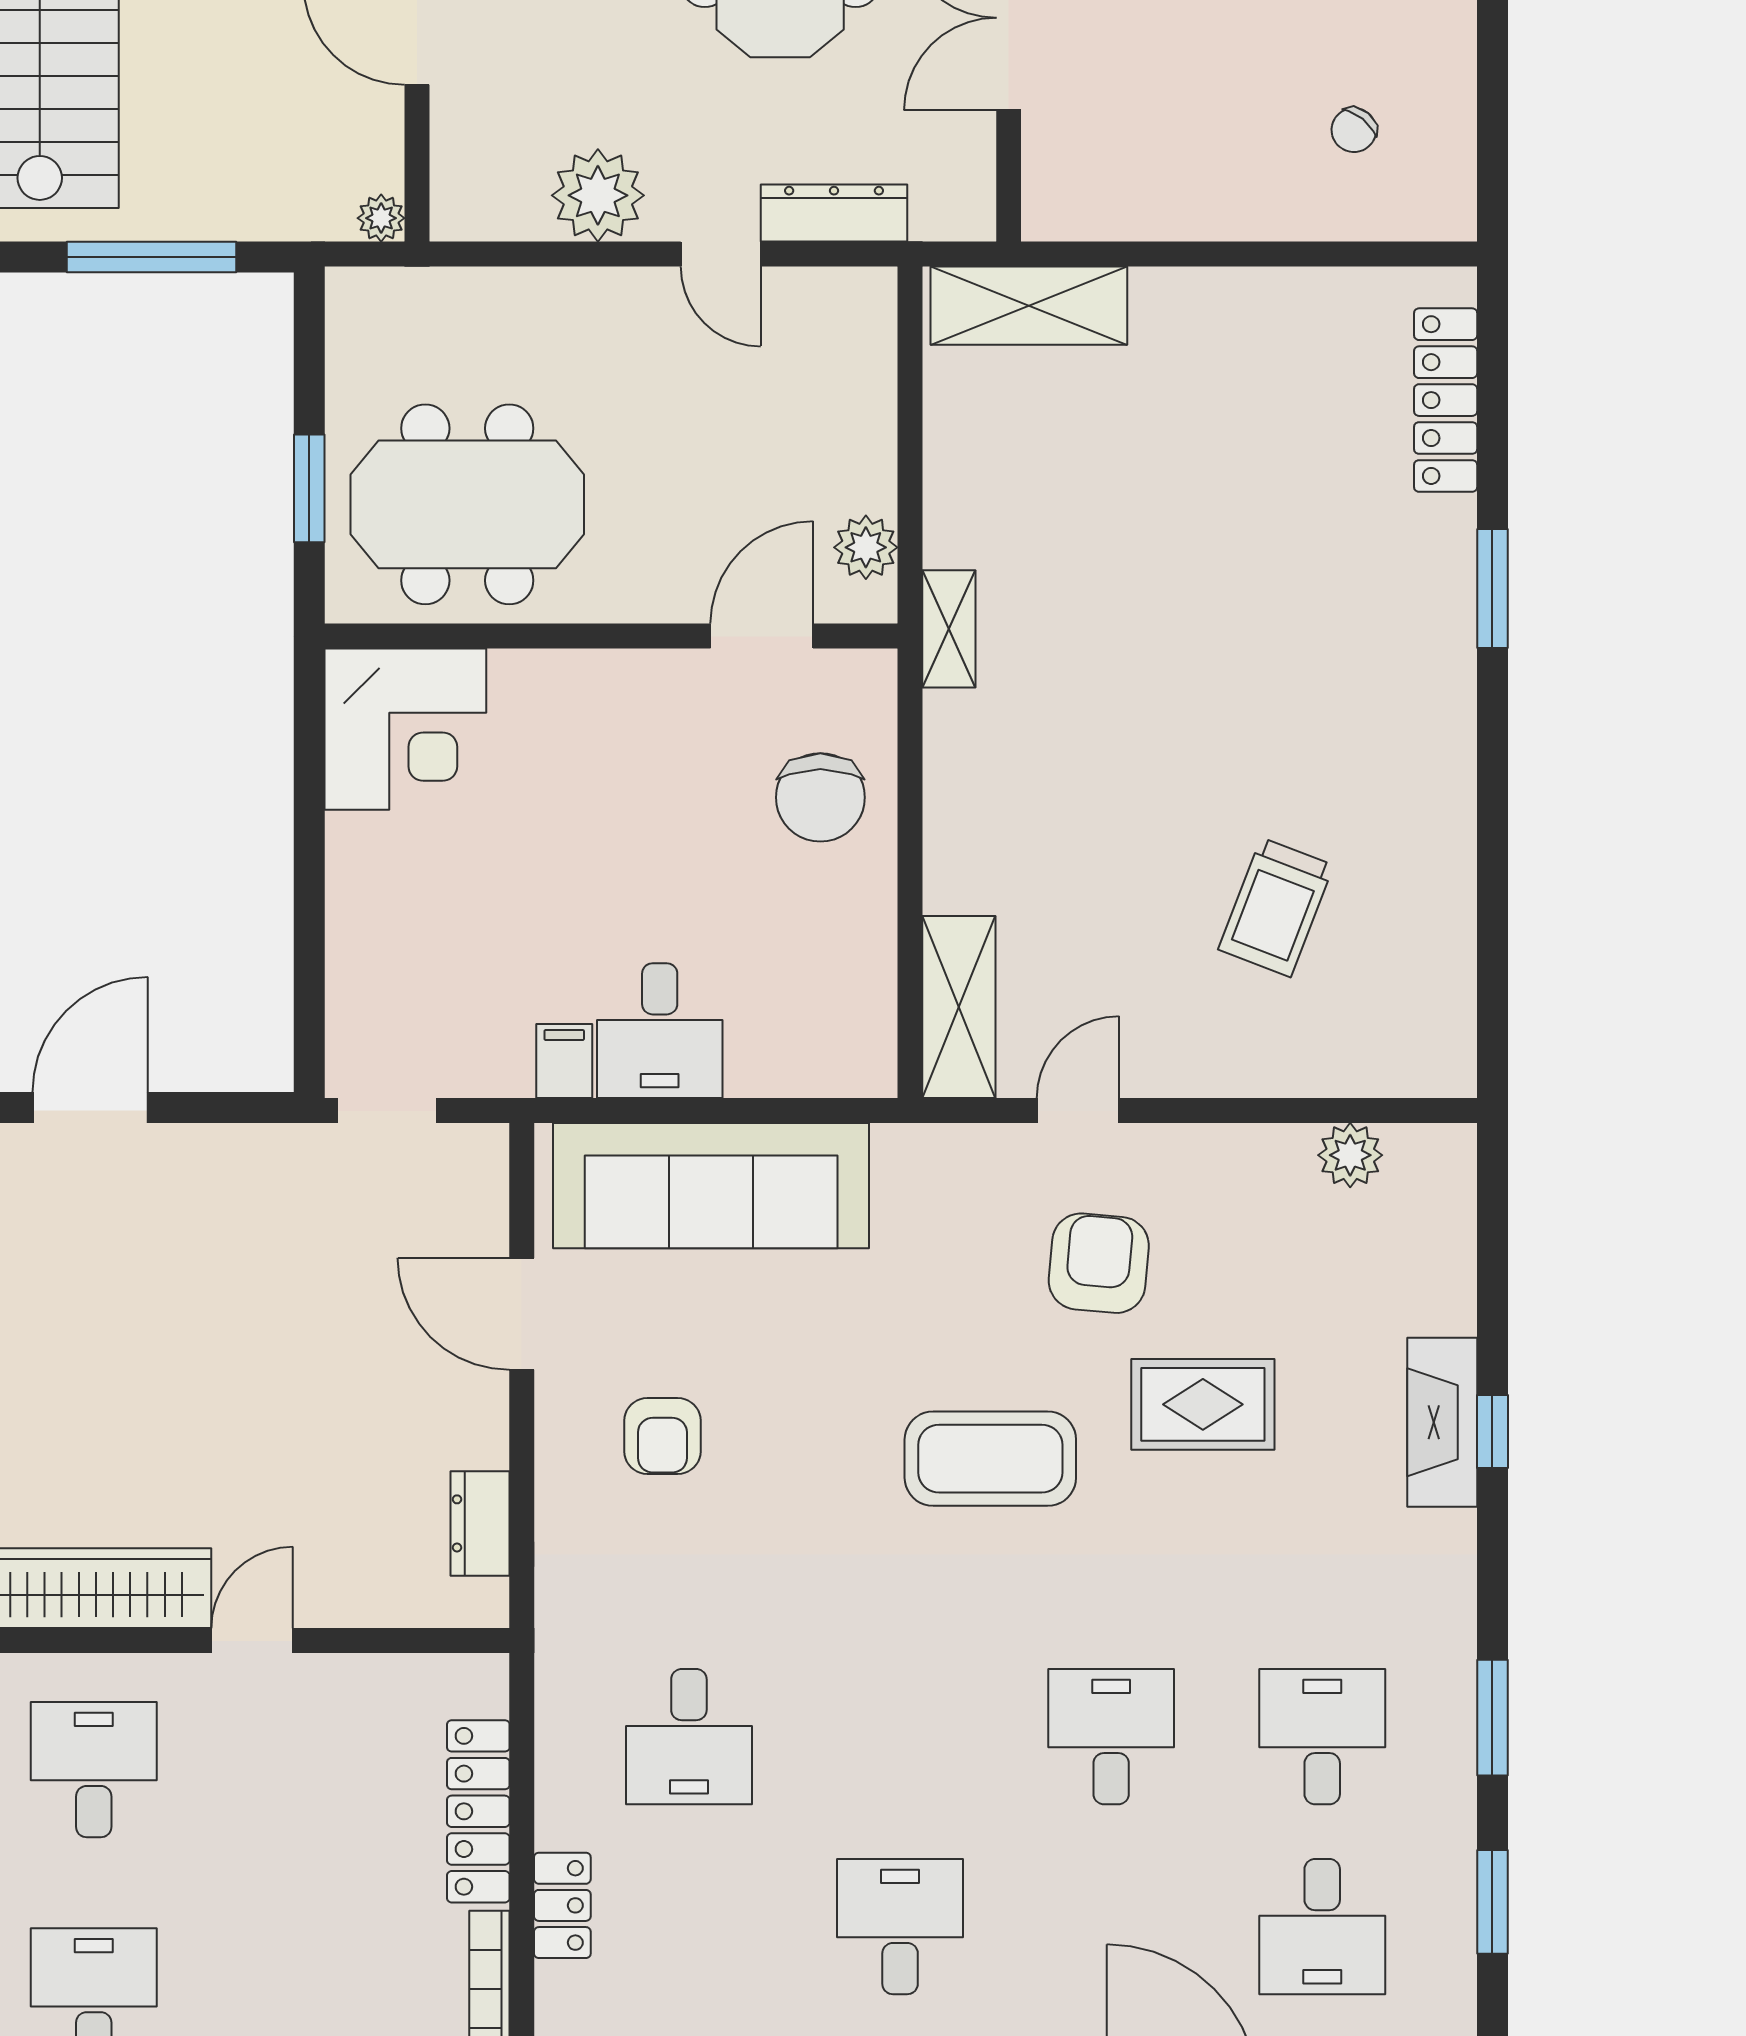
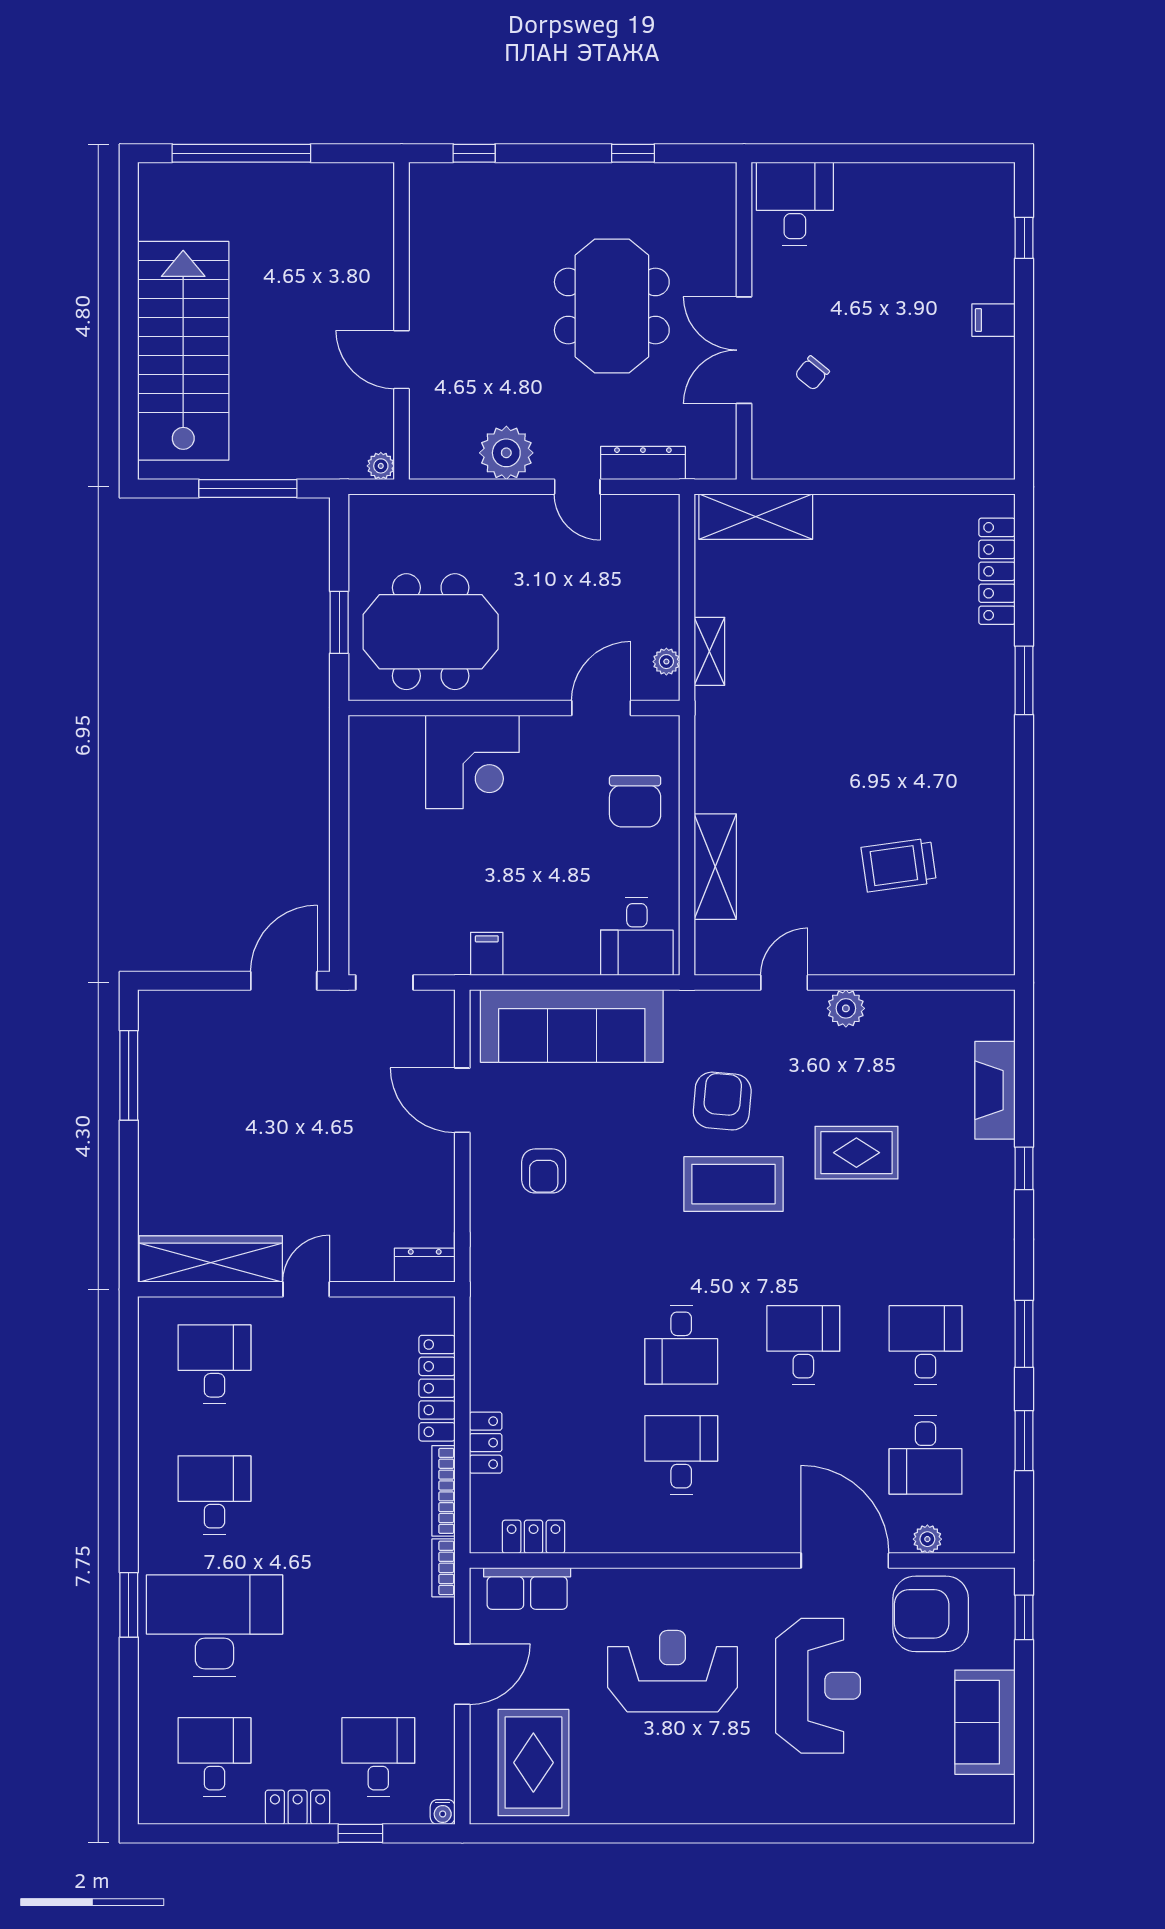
chair: (1354, 130) -> (812, 373), moved
plant: (866, 547) -> (666, 662), width x0.73, depth x0.73
shelving: (949, 629) -> (709, 651), moved
corner desk: (405, 729) -> (472, 762), moved
trolley: (1276, 907) -> (899, 865), turned 61
shelving: (959, 1007) -> (715, 867), moved
desk: (660, 1031) -> (637, 936), moved
door: (90, 1107) -> (284, 981), moved
plant: (1350, 1155) -> (846, 1008), moved
armchair: (1099, 1263) -> (722, 1101), moved
fireplace: (1442, 1422) -> (995, 1090), moved
dresser: (480, 1523) -> (425, 1265), moved, turned 90
desk: (689, 1737) -> (681, 1345), moved

